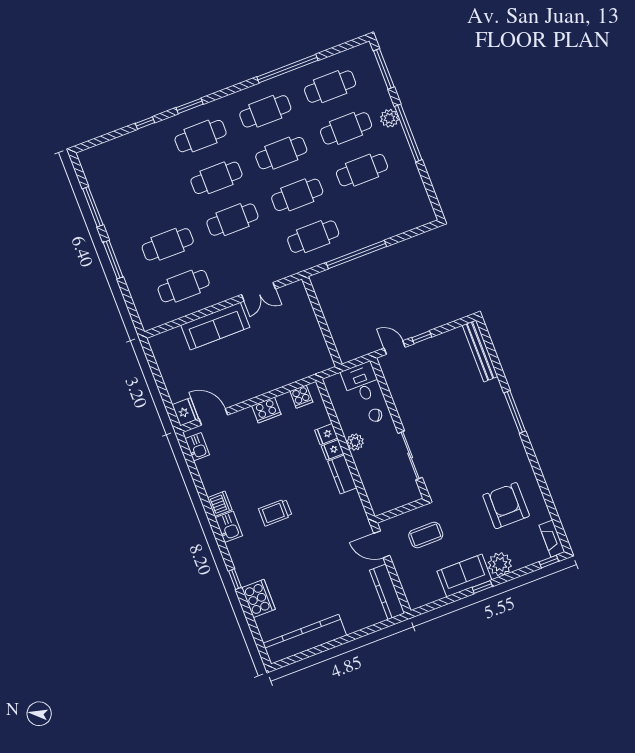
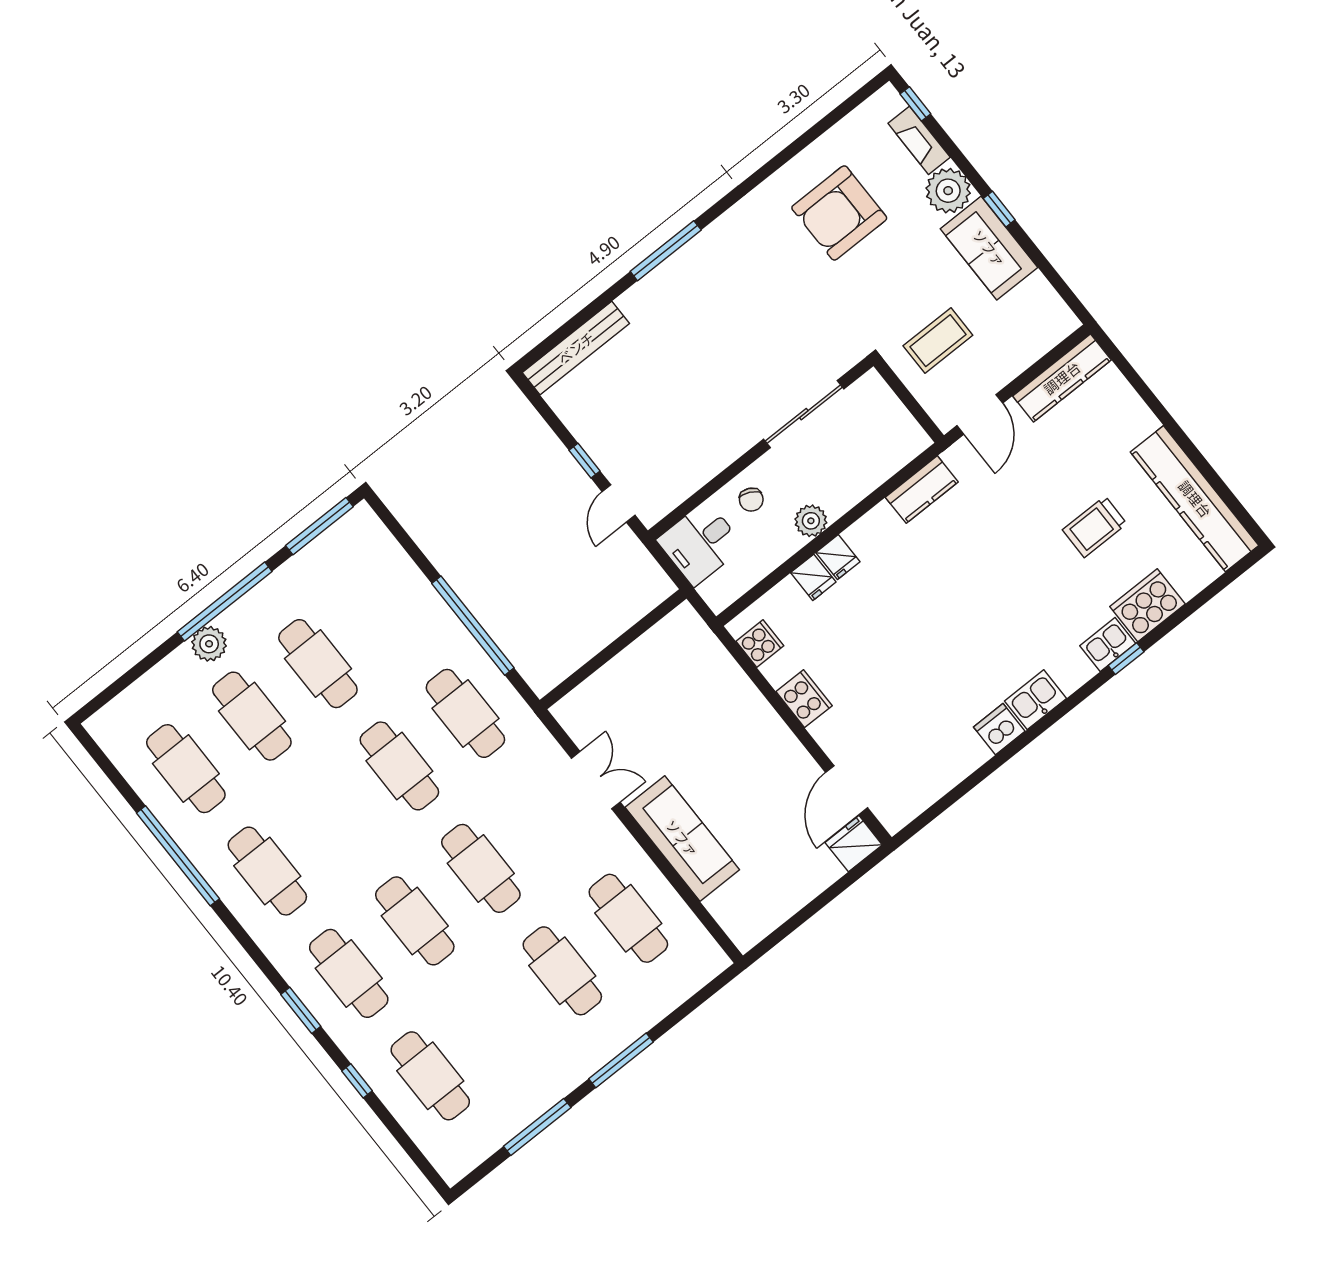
window: (384, 69) -> (319, 526), moved
cafe table: (281, 153) -> (430, 1076), moved
kitchen sink: (197, 447) -> (1108, 645), moved
kitchen counter: (342, 475) -> (922, 490), moved
trolley: (275, 512) -> (1095, 527), moved, turned 90
coffee table: (426, 535) -> (938, 341), turned 90
fireplace: (552, 539) -> (919, 140), moved, turned 90

